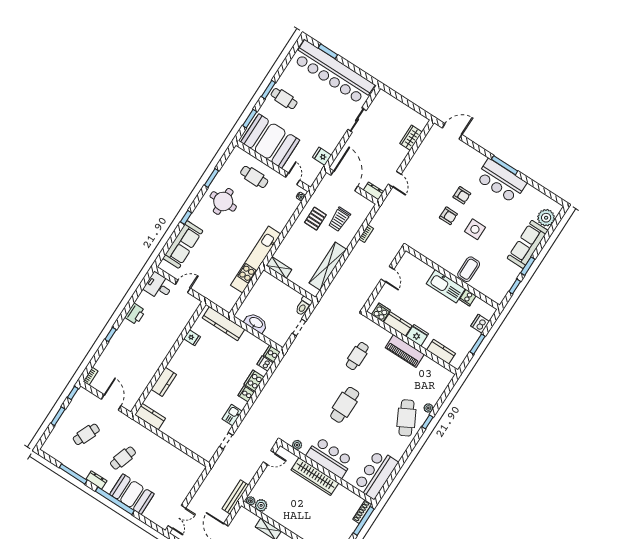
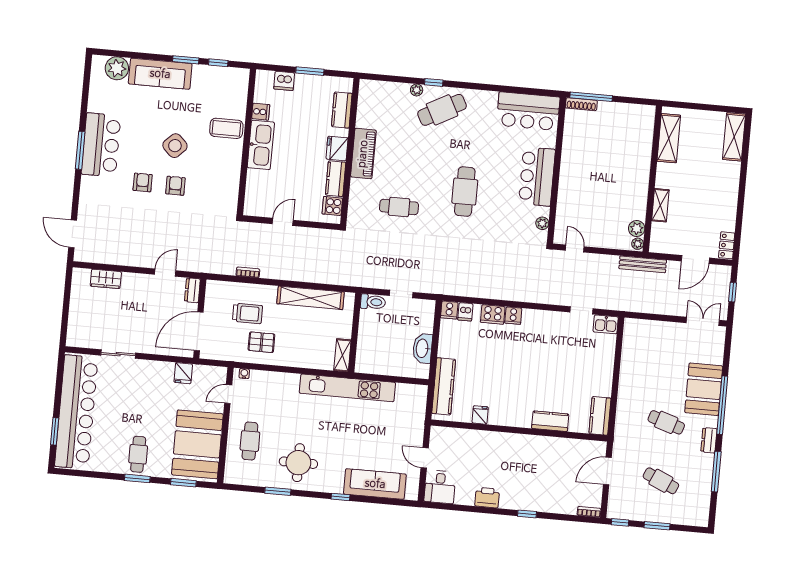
side table: (475, 229) -> (175, 146), turned 45
cafe table: (345, 405) -> (465, 192), turned 90
kitchen sink: (232, 415) -> (606, 324), moved
wardrobe: (315, 477) -> (569, 182), removed

